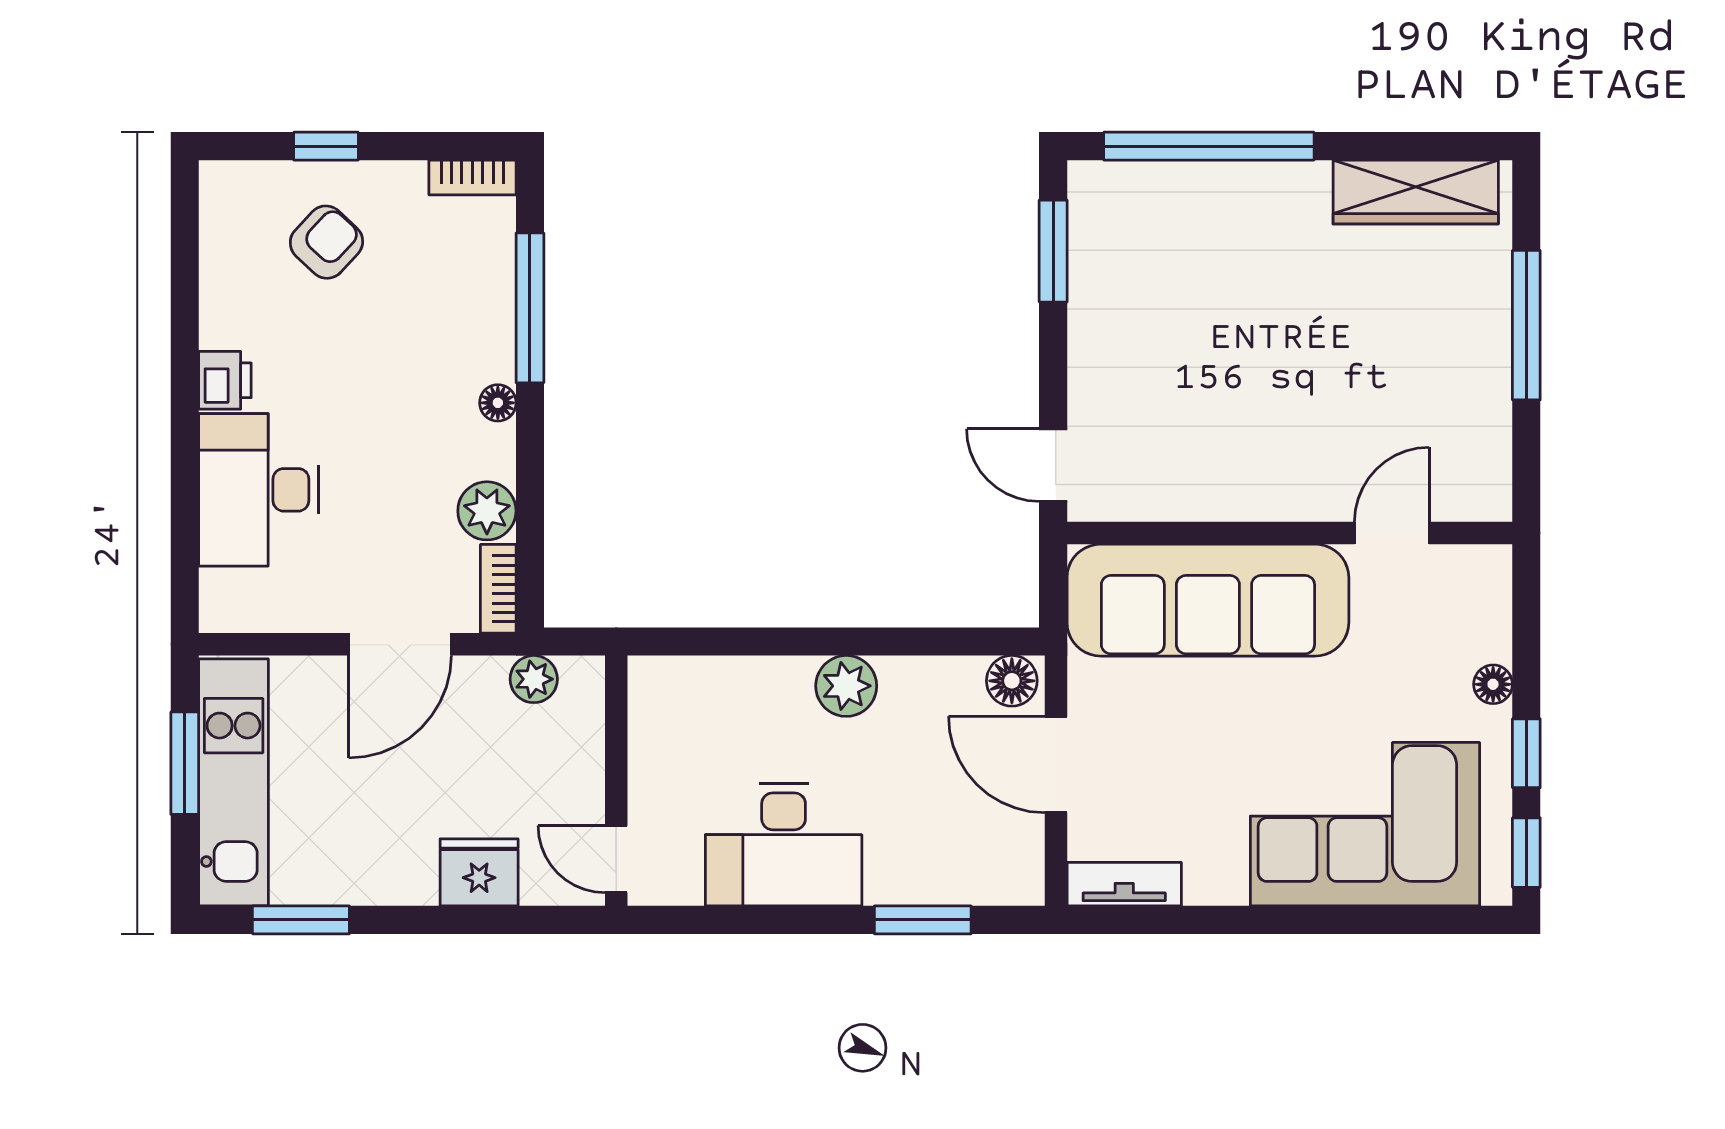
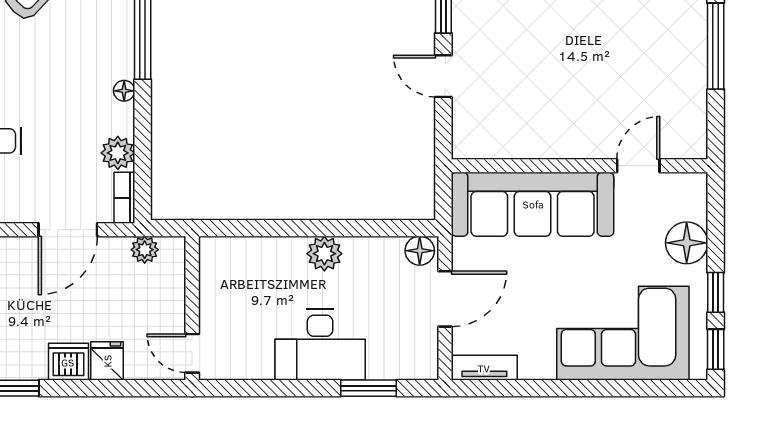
door: (1053, 465) -> (443, 76), moved
floor lamp: (1493, 684) -> (687, 243), width x1.89, depth x1.89
door: (1056, 765) -> (445, 299), swing flipped
desk: (784, 845) -> (320, 345), moved
fridge: (479, 872) -> (107, 361), width x0.72
dishwasher: (401, 874) -> (68, 362), added

